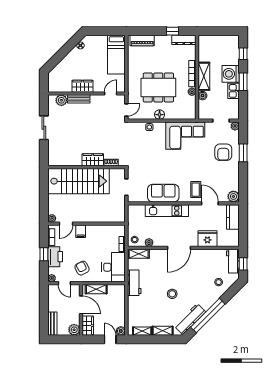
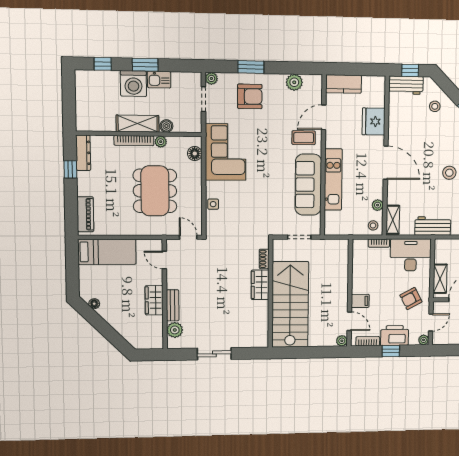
floor lamp: (160, 115) -> (195, 154), moved
sofa: (163, 193) -> (308, 185), width x1.36
plant: (233, 197) -> (294, 82), moved

